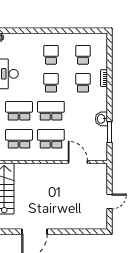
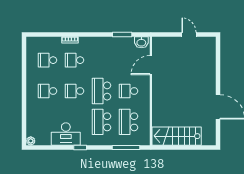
washbasin: (101, 119) -> (141, 42), moved
school desk: (51, 139) -> (128, 91), width x0.54

